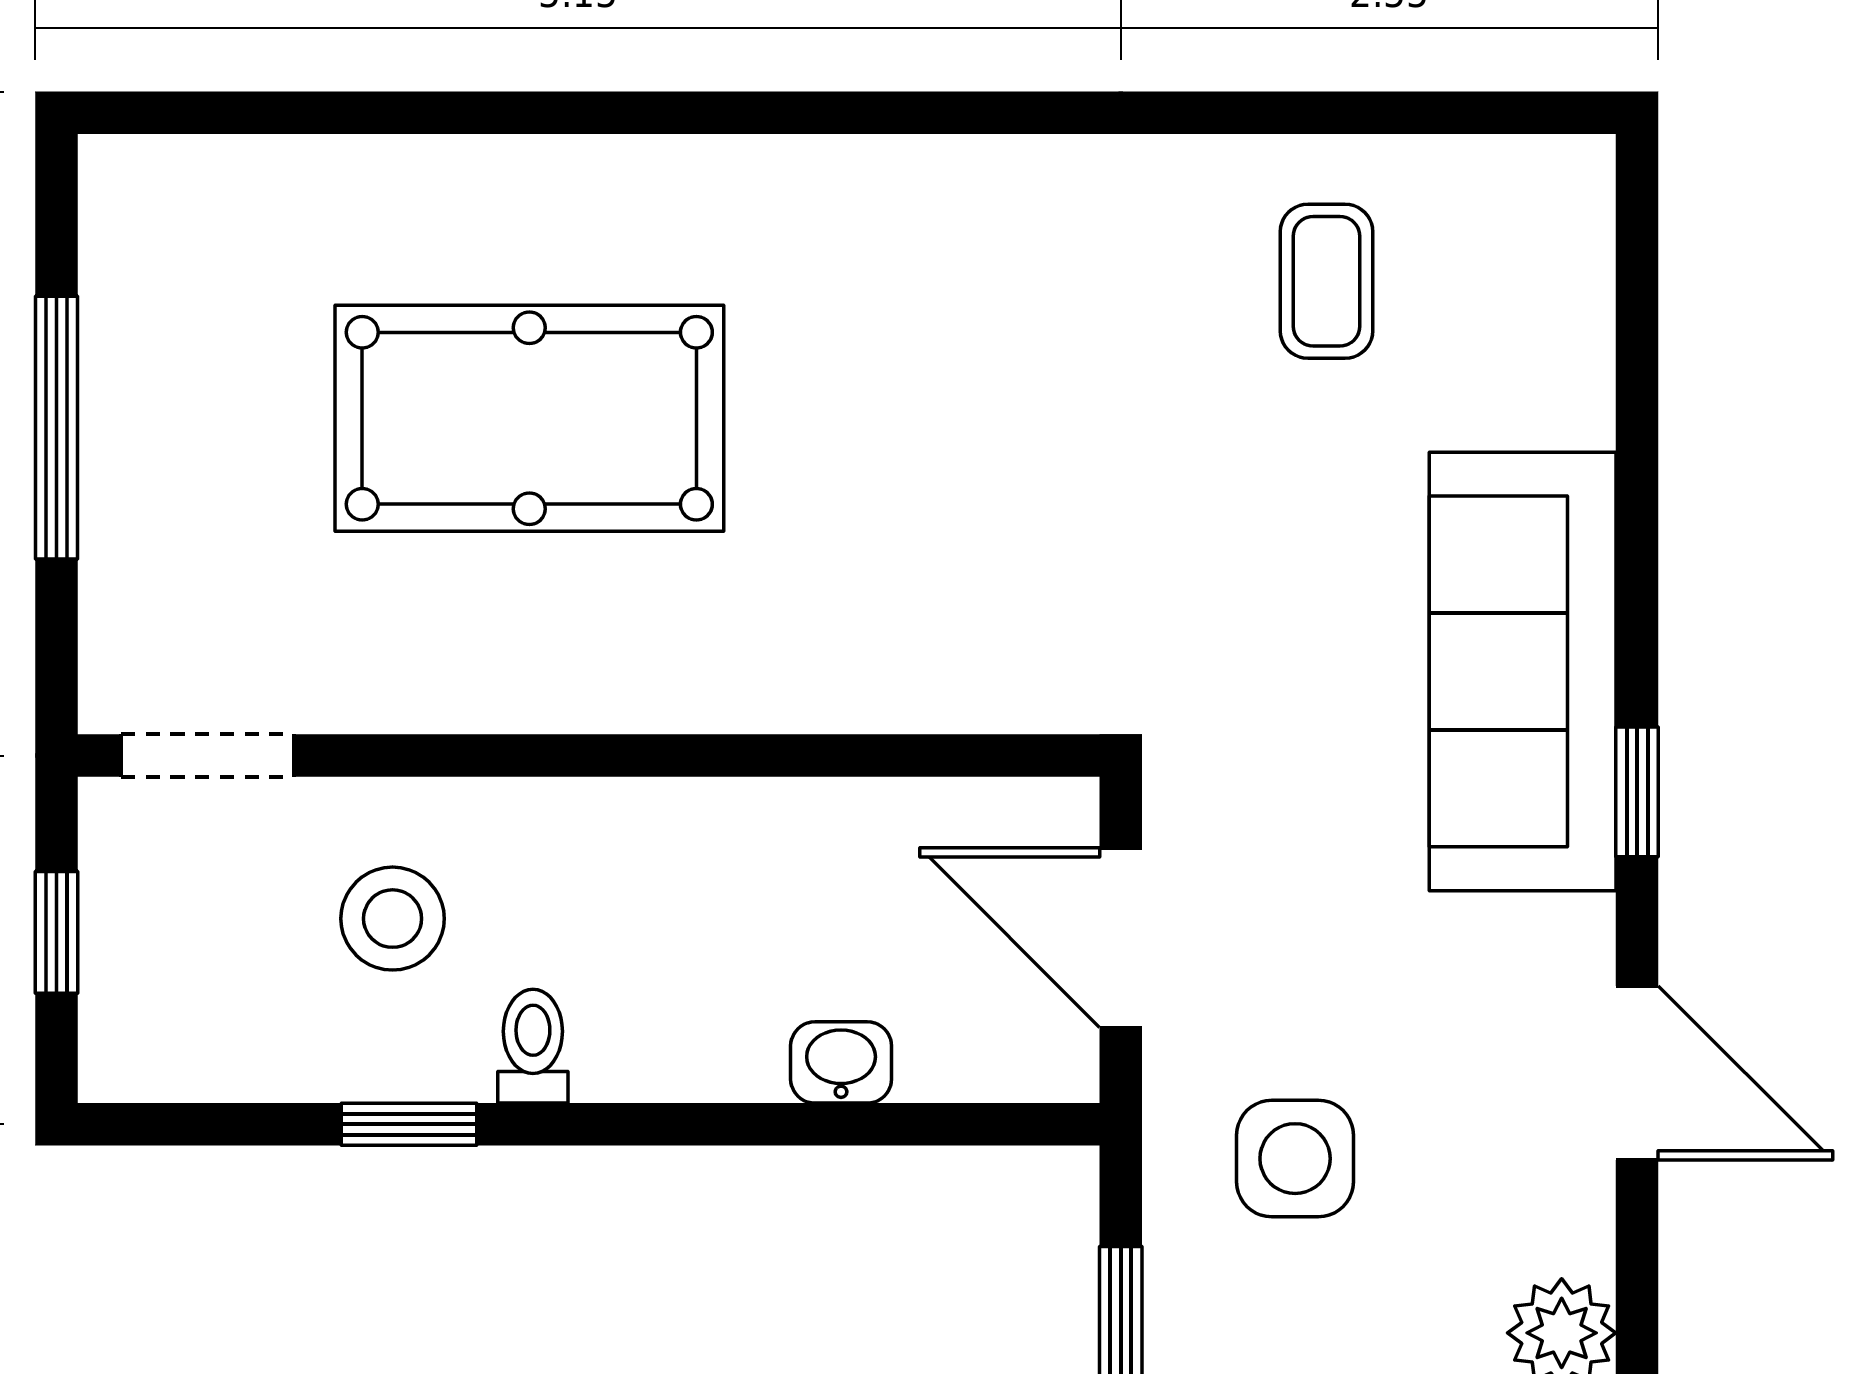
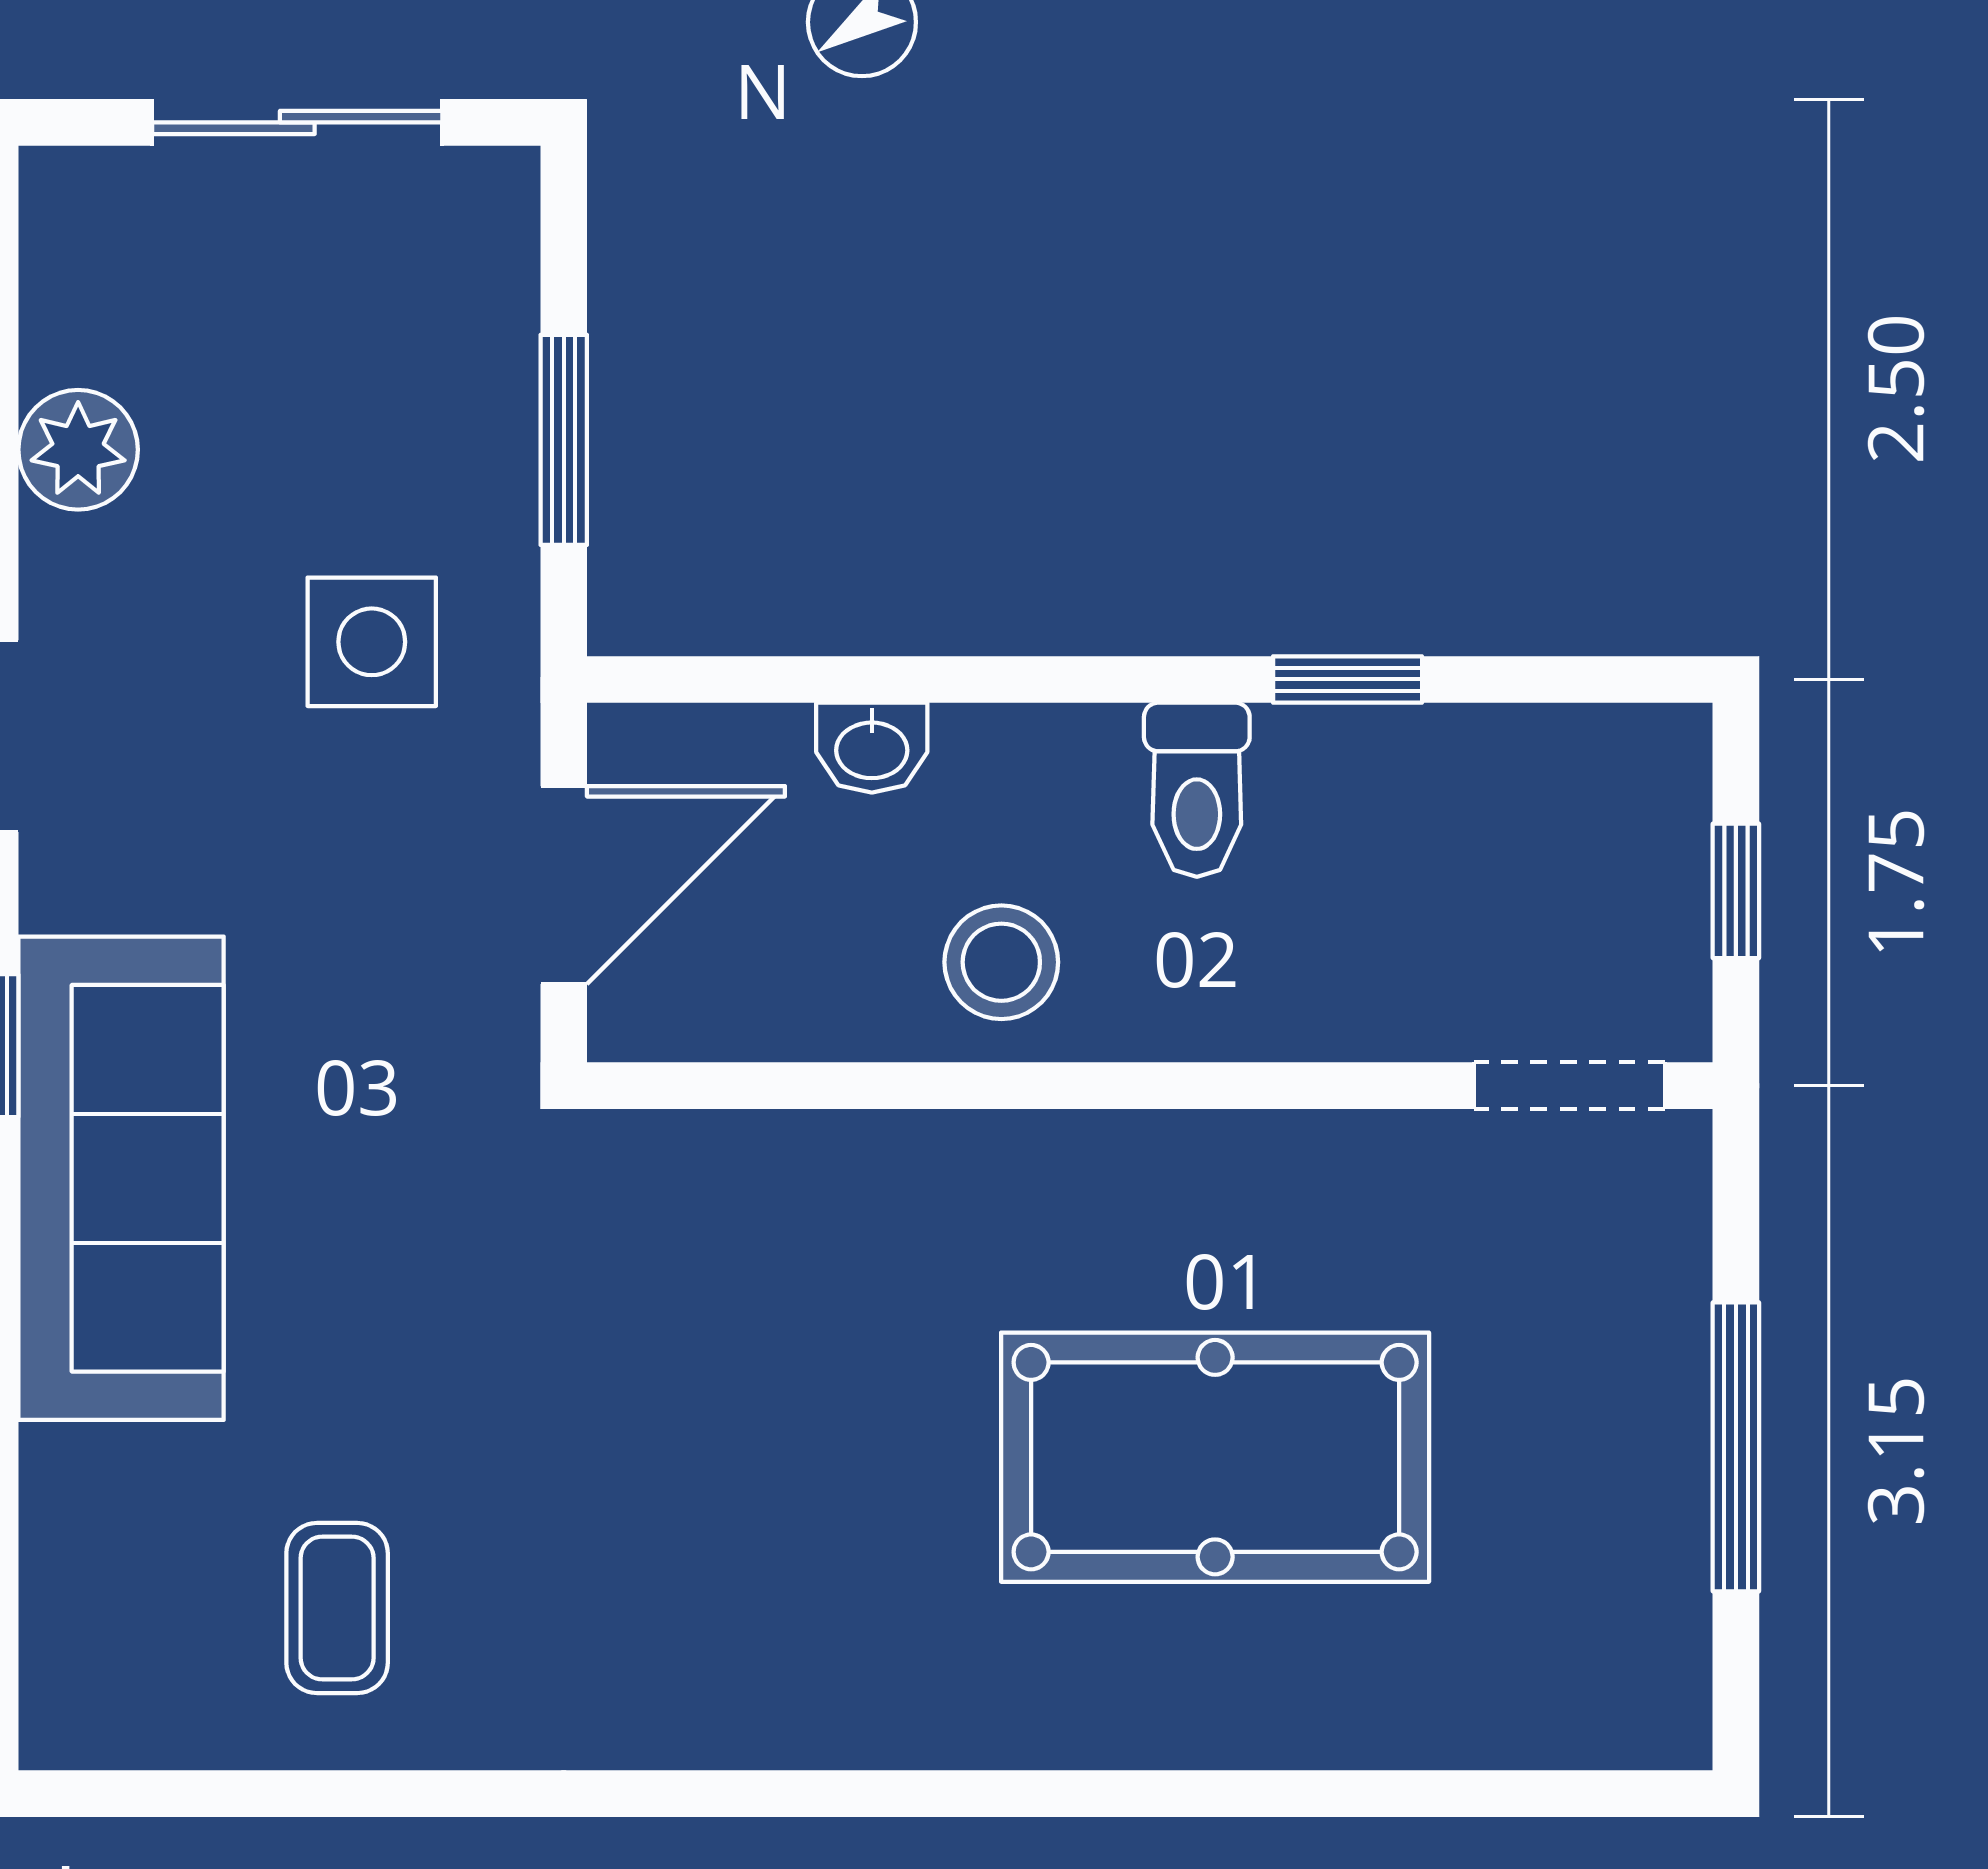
stool: (393, 919) -> (1001, 962), moved
door: (1121, 938) -> (564, 885), hinge flipped
toilet: (533, 1046) -> (1197, 790), width x1.37, depth x1.39

